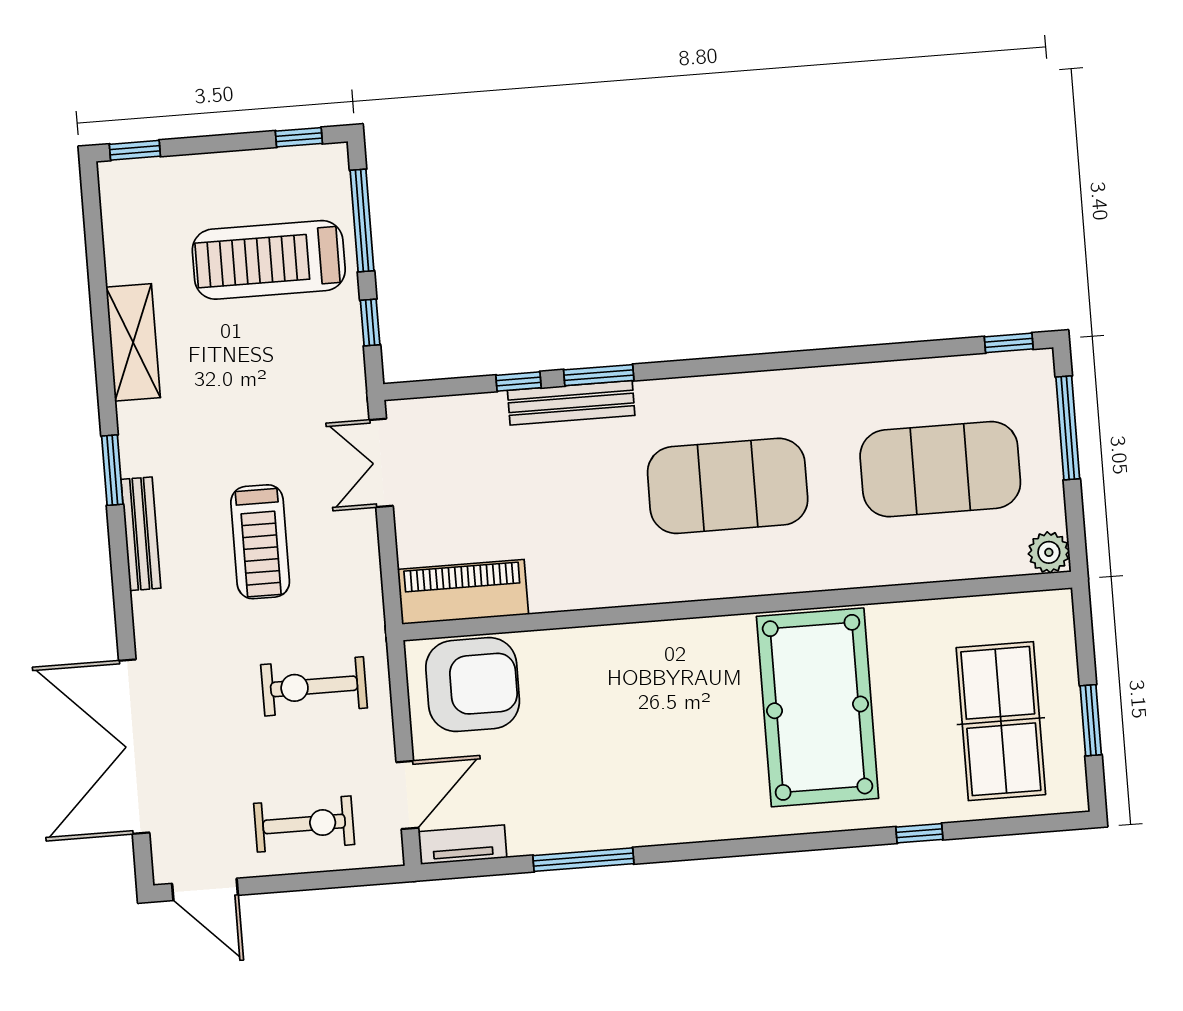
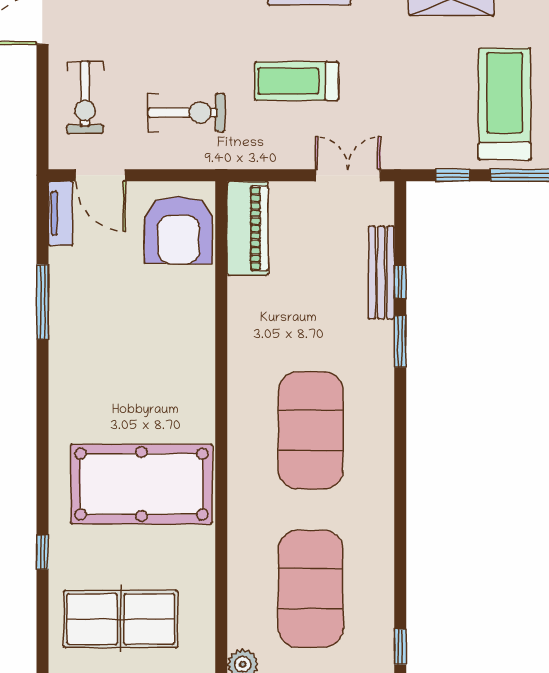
bench: (571, 403) -> (381, 273), moved
exercise bike: (314, 686) -> (186, 113), turned 90

